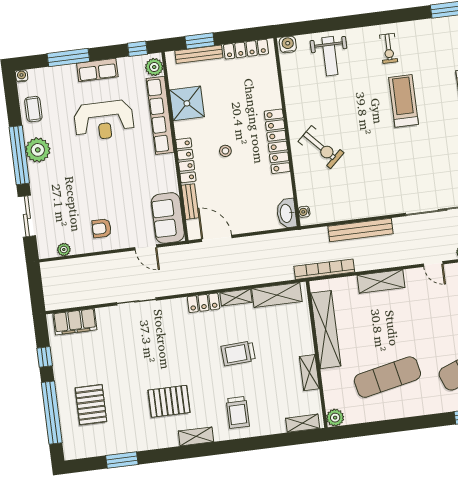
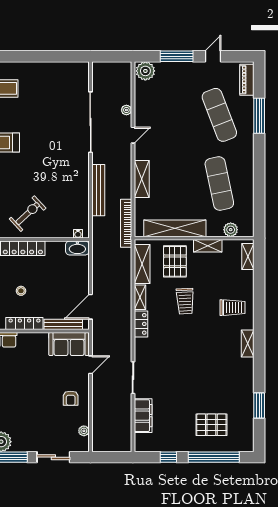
bench: (190, 202) -> (63, 324), width x1.36
filing cabinet: (75, 322) -> (143, 416), moved
pallet: (169, 401) -> (175, 261), moved
plant: (335, 418) -> (231, 230), moved

